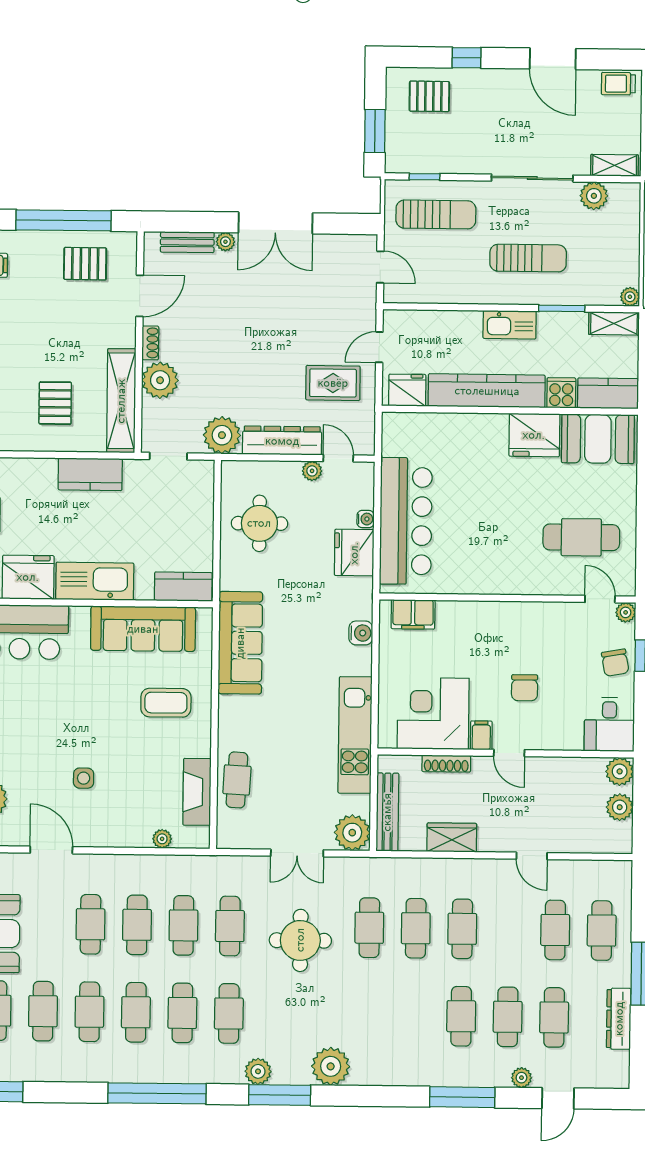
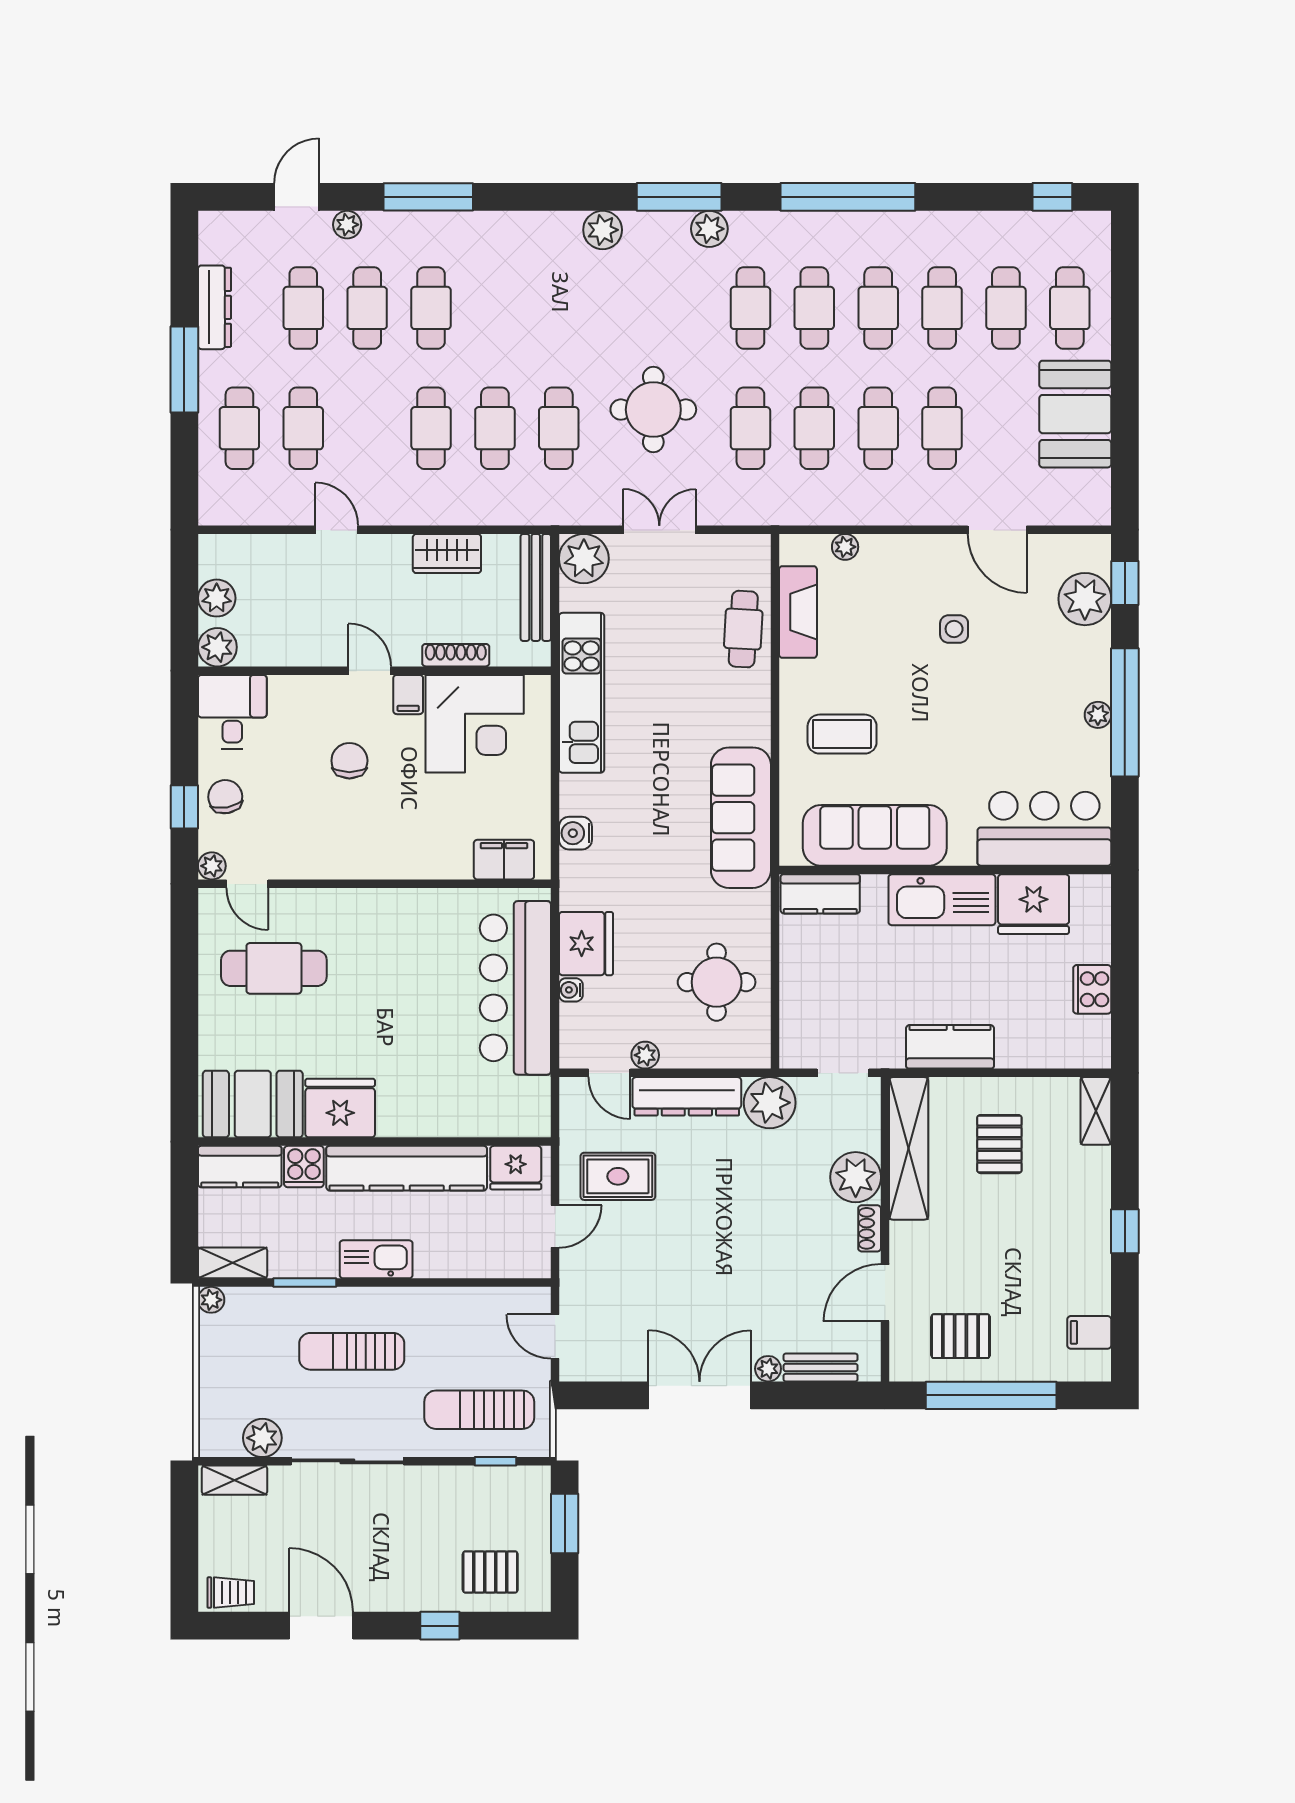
plant: (331, 1066) -> (603, 230), width x0.73, depth x0.73

